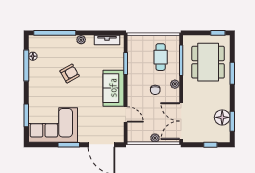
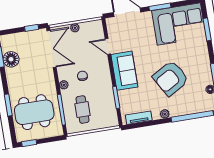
dining table: (208, 62) -> (34, 112), turned 90
armchair: (70, 73) -> (171, 78), width x1.88, depth x1.88
window: (210, 145) -> (32, 28), moved

